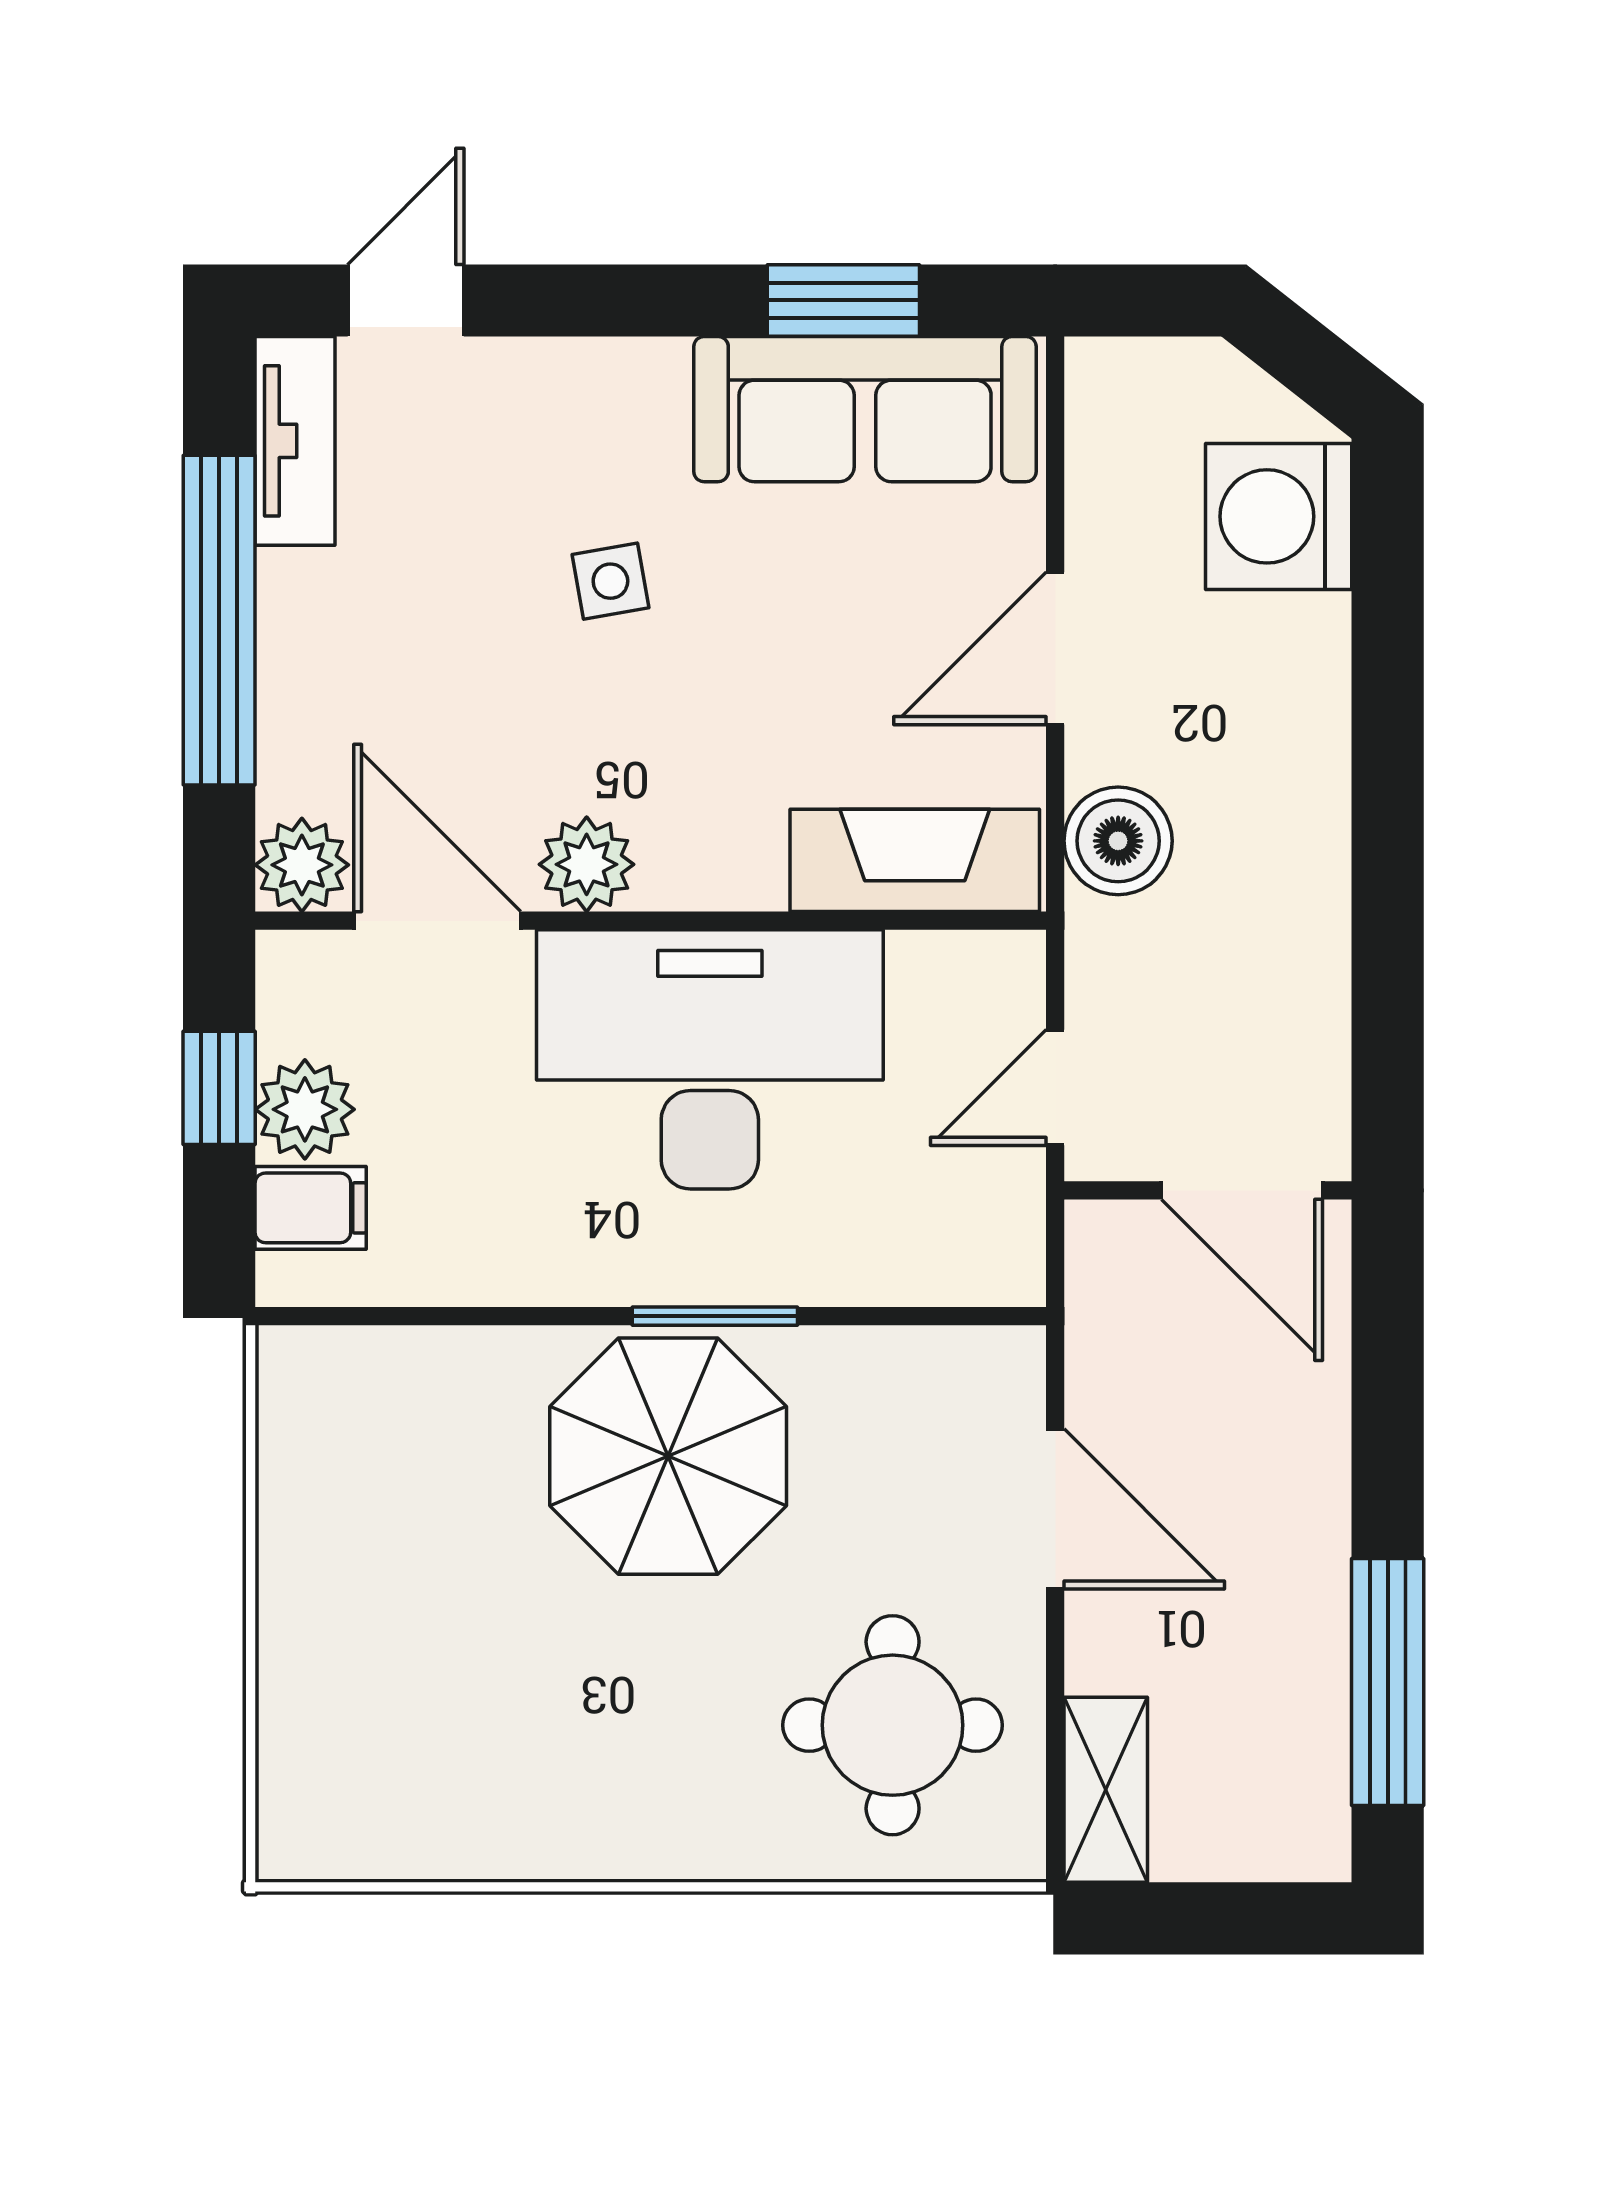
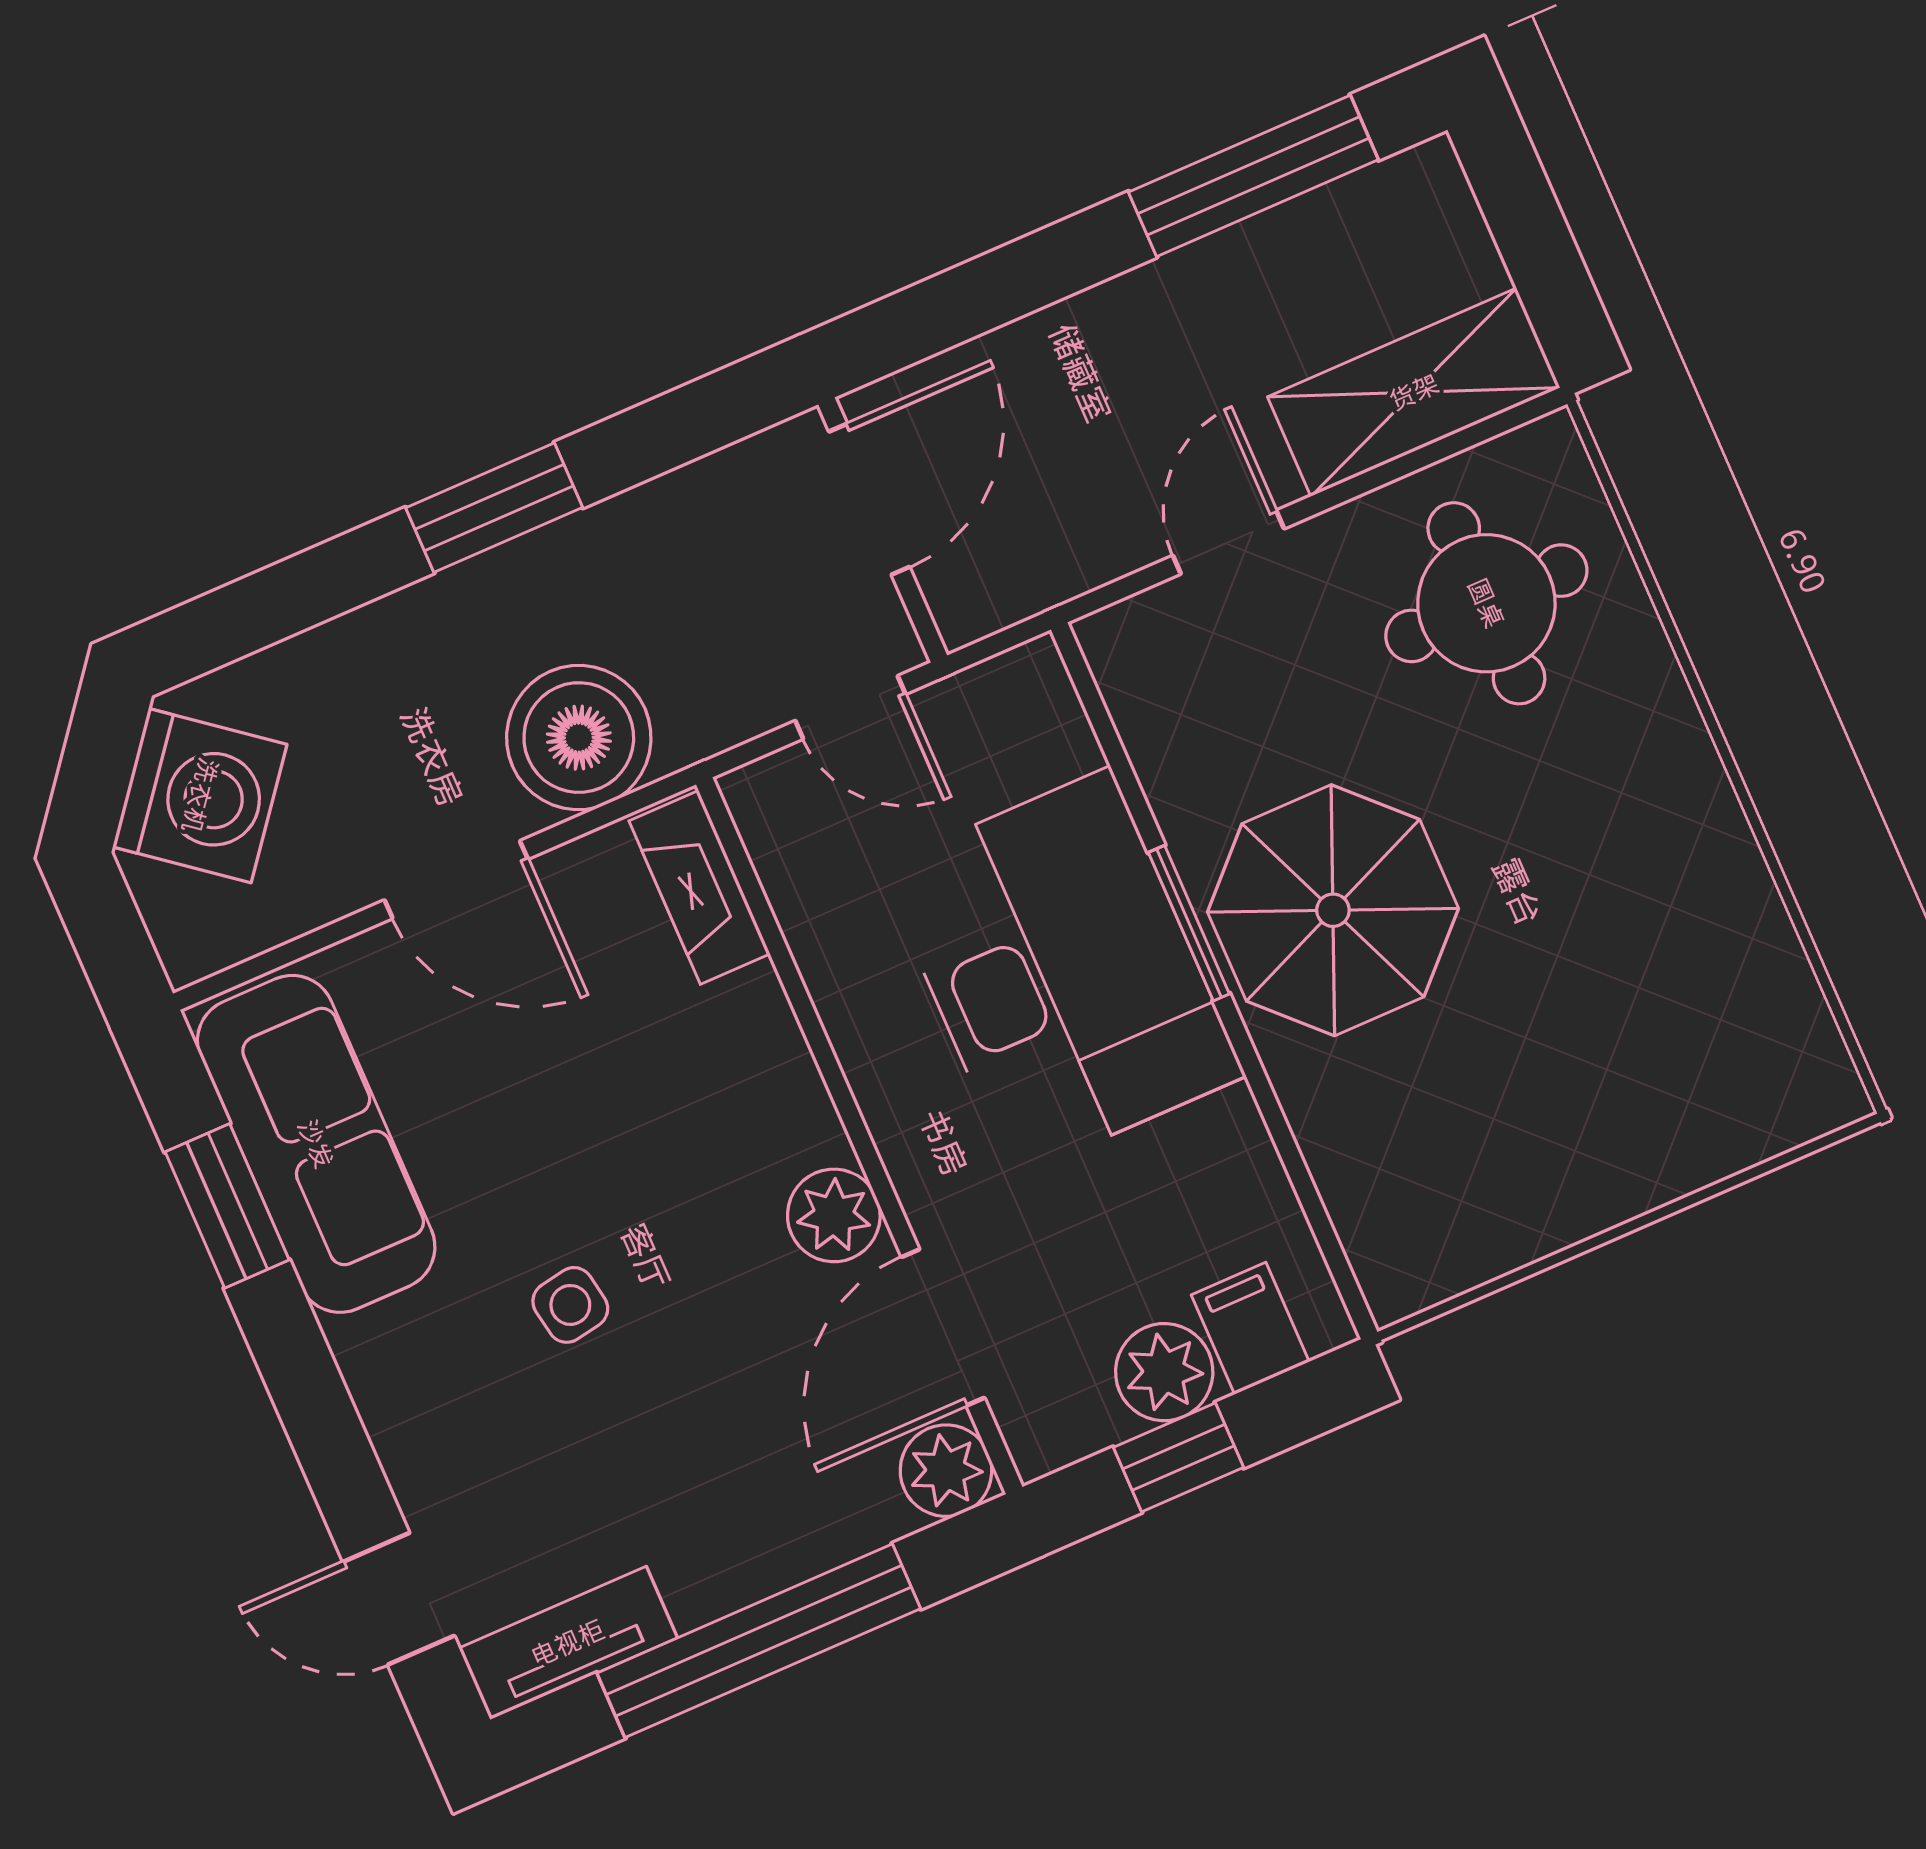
washing machine: (1279, 516) -> (200, 796), moved, turned -52
window: (1388, 836) -> (494, 508), added
boiler: (1118, 841) -> (579, 738), width x1.37, depth x1.37
fireplace: (915, 860) -> (700, 887), width x0.73, depth x0.76
desk: (710, 1059) -> (1062, 972), moved, turned 180
door: (1055, 1509) -> (1229, 542), width x0.73
shelving: (1106, 1790) -> (1414, 392), width x1.50, depth x1.33

